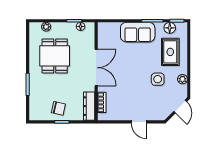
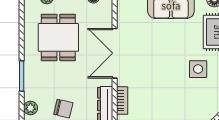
double door: (96, 68) -> (115, 53), swing flipped
plant: (34, 108) -> (30, 108), added

